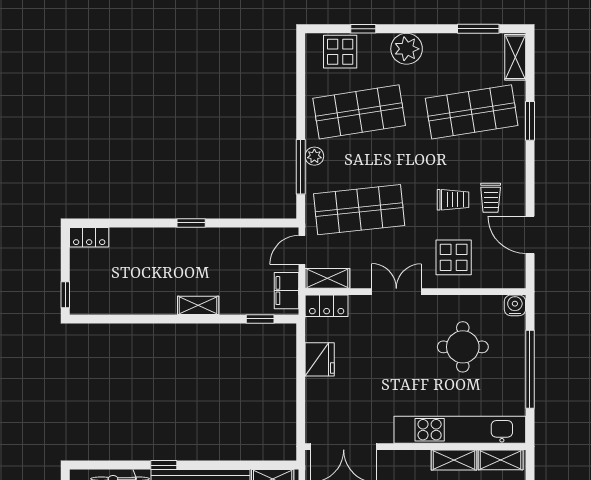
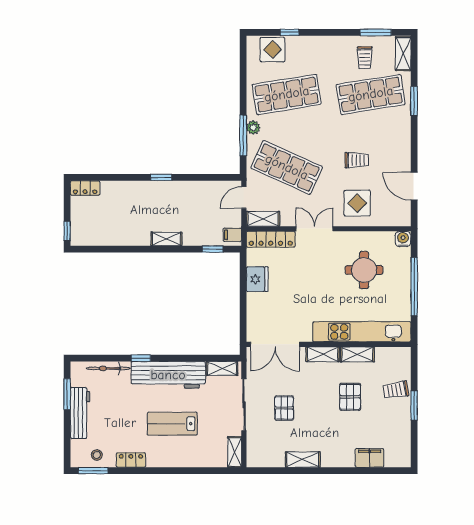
plant: (407, 49) -> (322, 47), removed
trolley: (491, 198) -> (365, 58), moved
shop shelf: (359, 210) -> (287, 167), turned 30
filing cabinet: (286, 291) -> (232, 235), width x0.50
locker: (327, 306) -> (271, 239), width x1.53
shelving: (501, 460) -> (323, 354), moved

